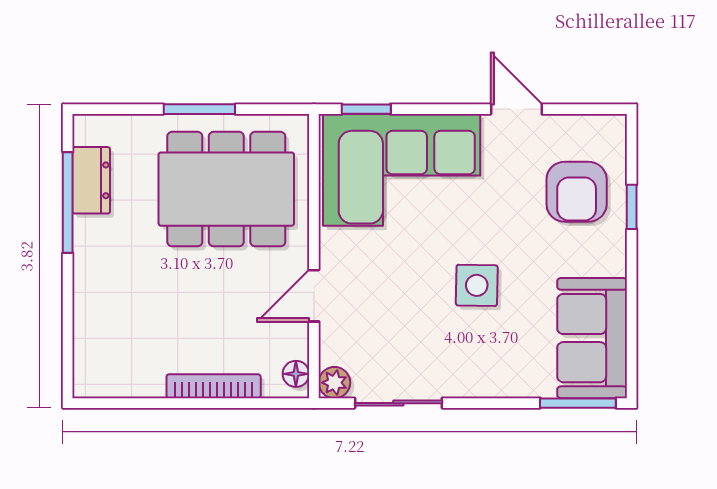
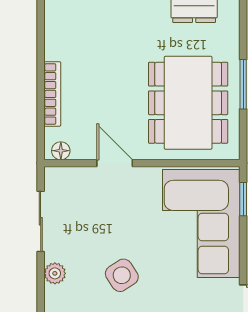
side table: (477, 285) -> (122, 275), turned -34
plant: (334, 383) -> (55, 273), moved

